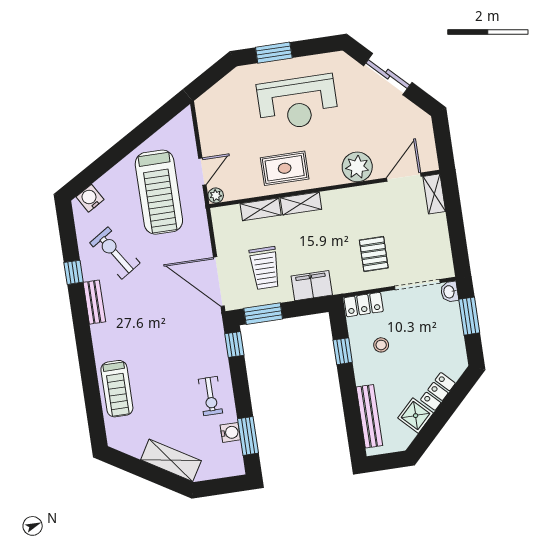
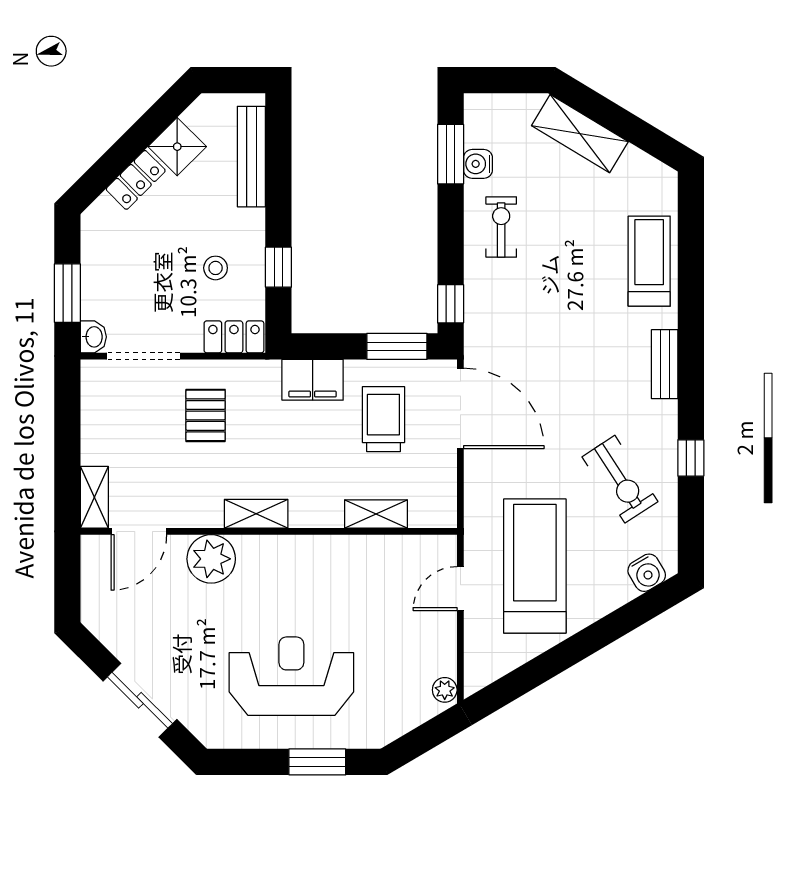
rug: (285, 168) -> (328, 574), removed
plant: (216, 195) -> (445, 690), moved
shelving: (301, 203) -> (256, 514), moved
bench: (94, 302) -> (665, 364), moved

